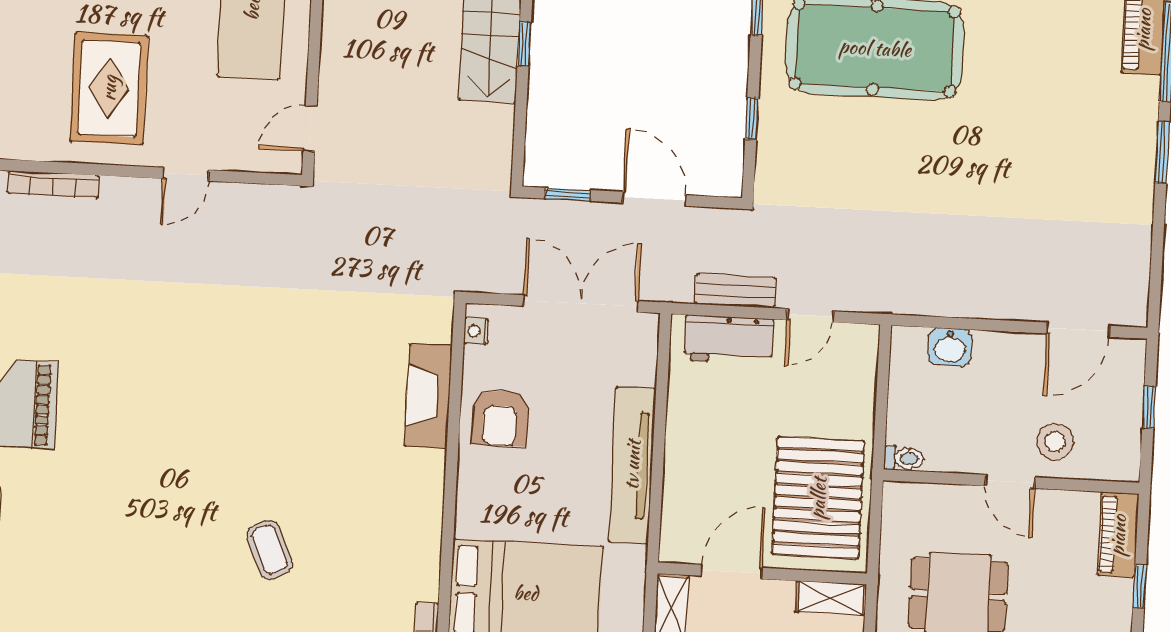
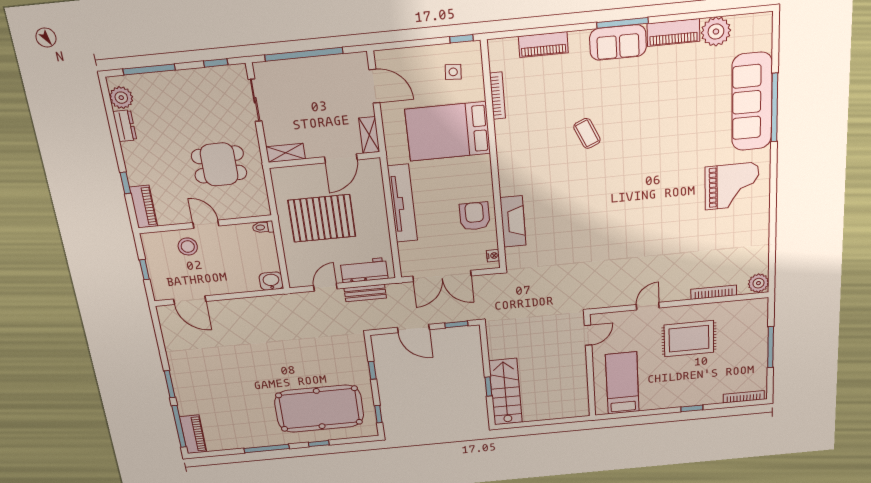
rug: (109, 88) -> (689, 339), turned 90
door: (1078, 330) -> (190, 300), swing flipped
washbasin: (950, 347) -> (271, 281), moved
pallet: (818, 498) -> (322, 218), moved, turned 90

